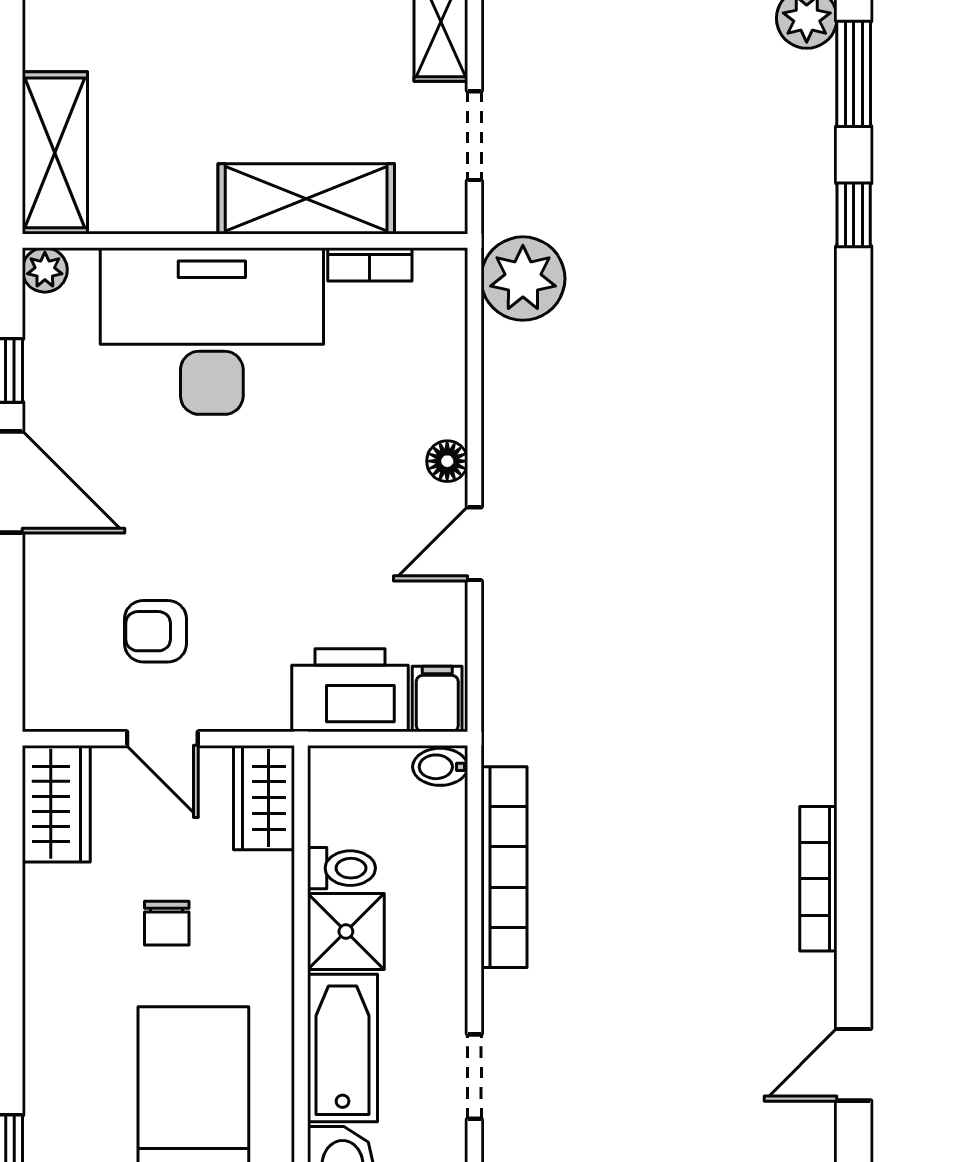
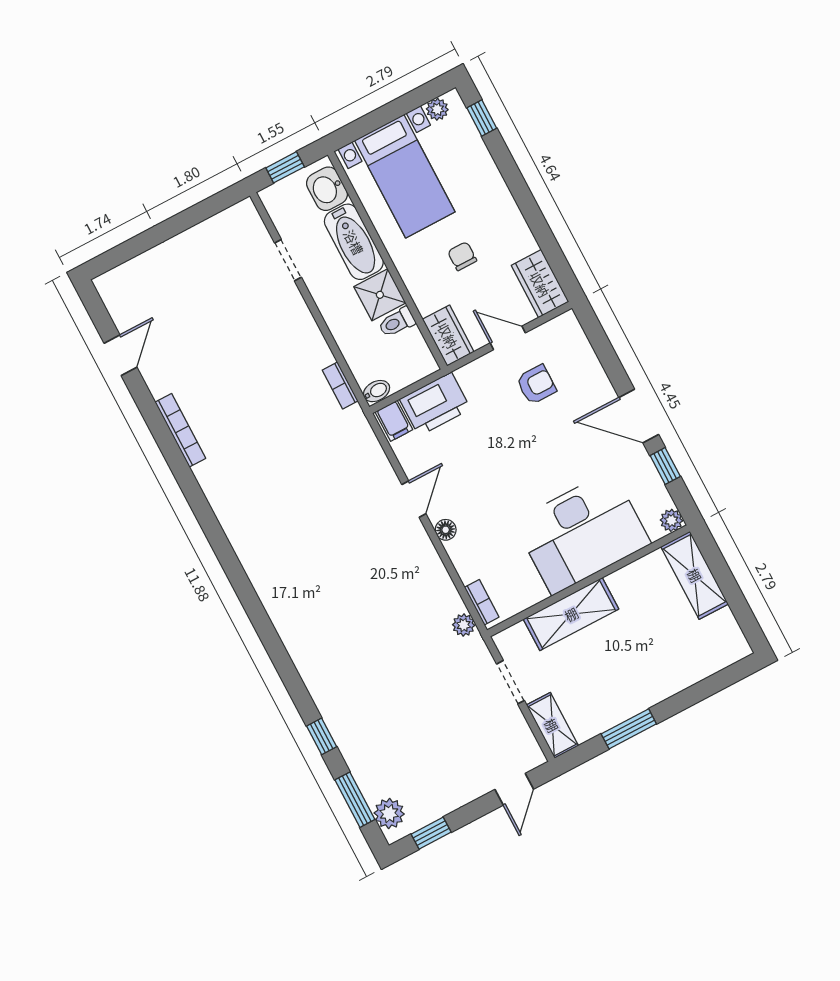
bookcase: (370, 264) -> (482, 602), moved, turned 90
plant: (523, 279) -> (464, 625), width x0.53, depth x0.53
bookcase: (504, 867) -> (340, 385), width x0.43, depth x0.76

